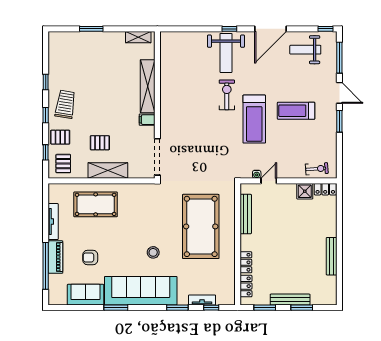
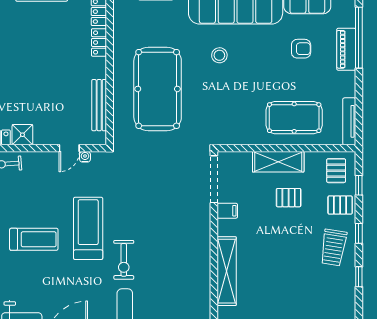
filing cabinet: (147, 120) -> (227, 211), moved
tv unit: (53, 222) -> (349, 121), moved

